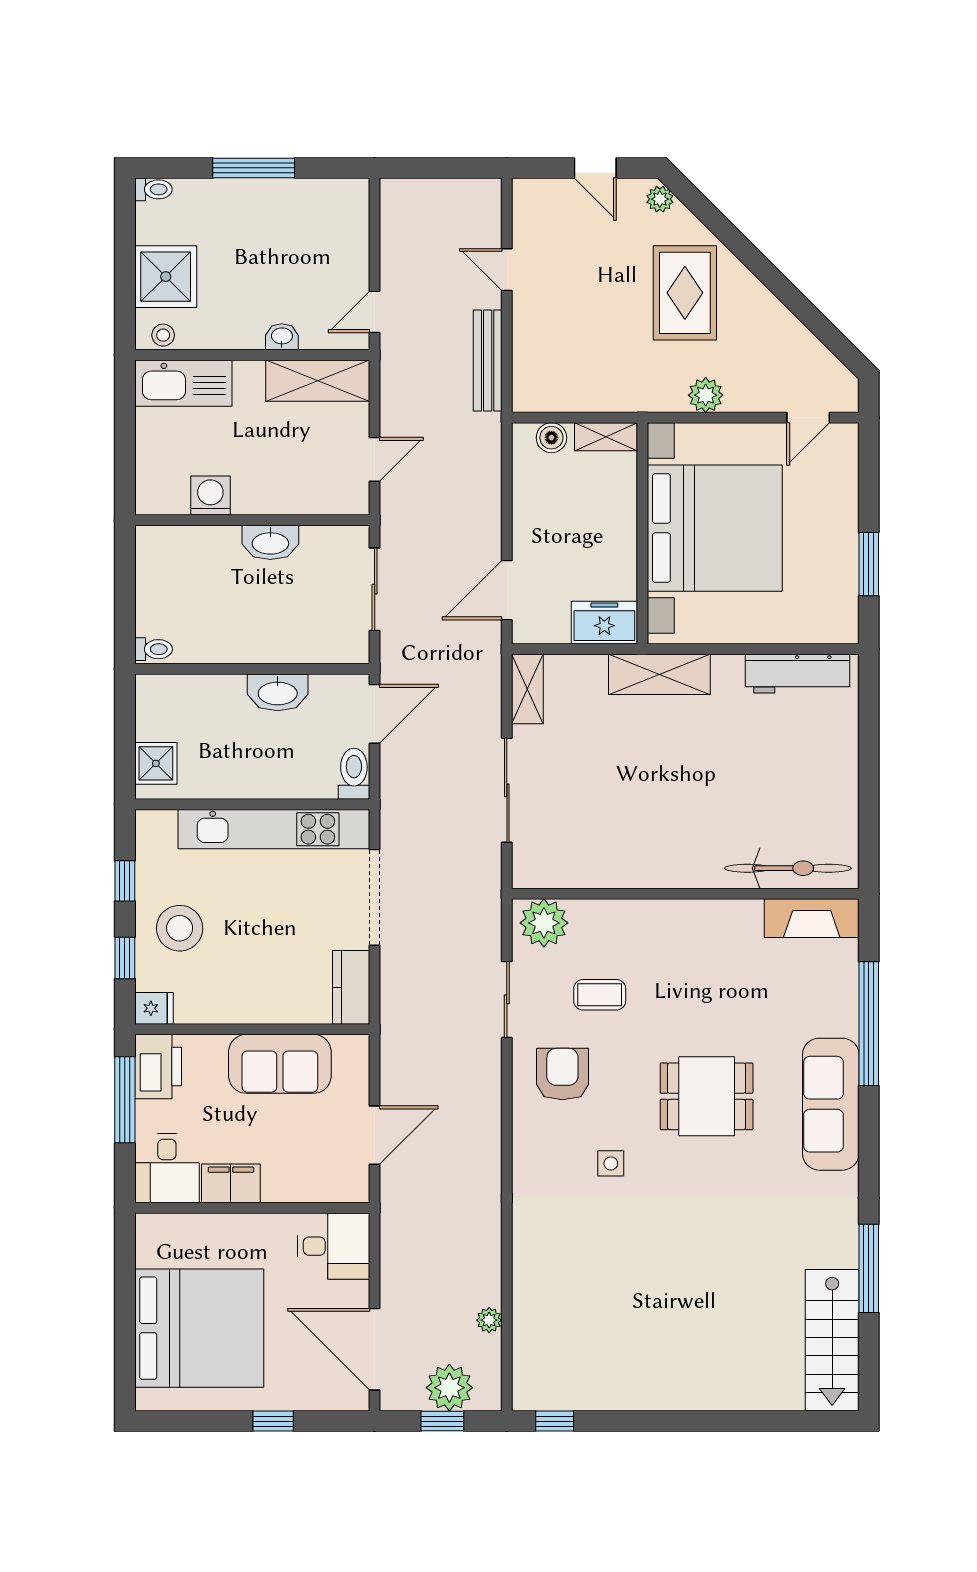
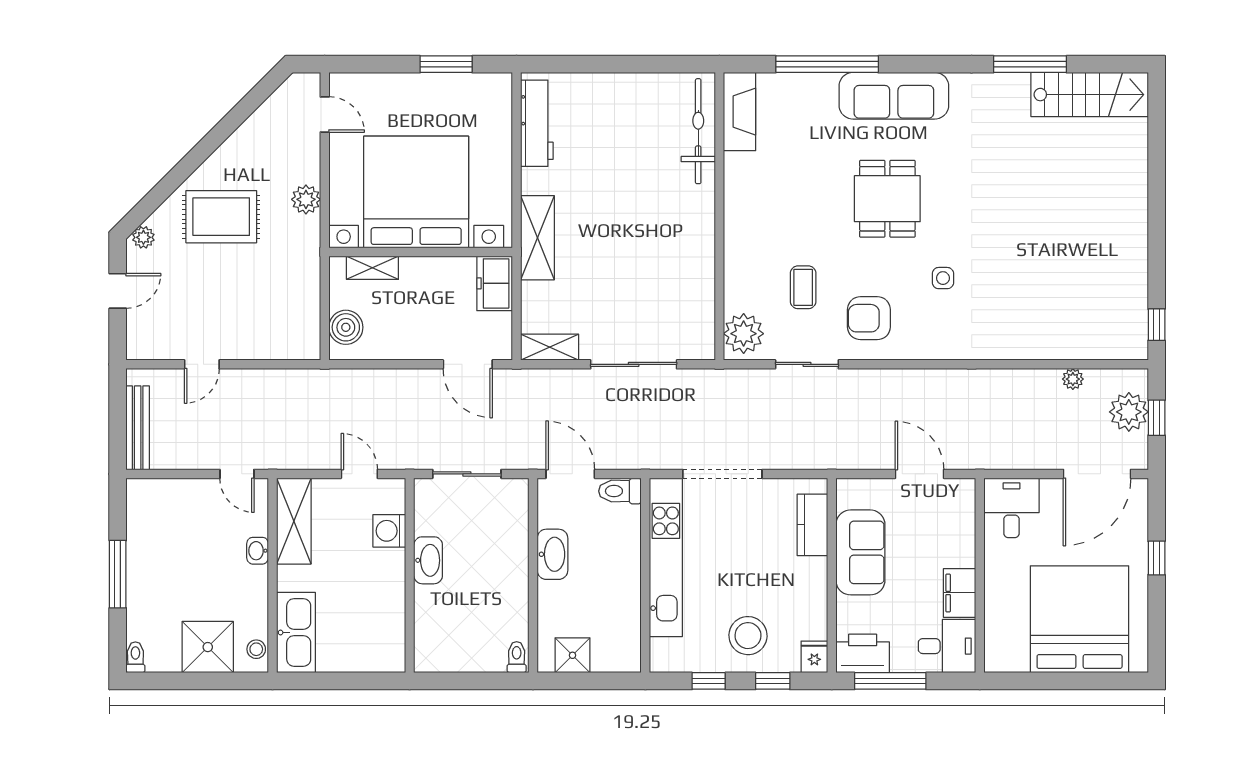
bench: (488, 361) -> (138, 428), moved, turned 90
shelving: (606, 437) -> (372, 268), moved, turned 90
boiler: (551, 438) -> (346, 327), width x1.36, depth x1.36
washing machine: (210, 496) -> (389, 531), moved
shower: (156, 763) -> (572, 655), moved
kitchen counter: (351, 987) -> (812, 525), moved, turned 90

